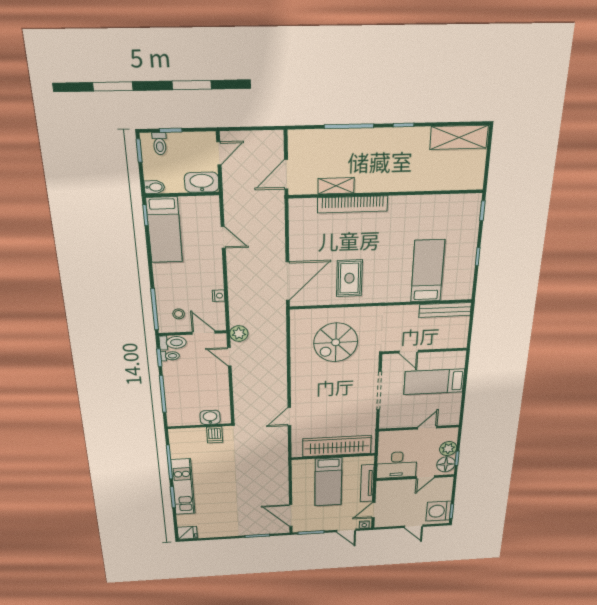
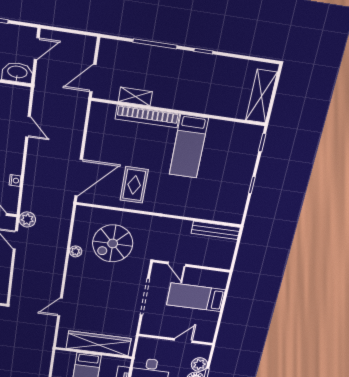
shelving: (459, 137) -> (261, 96), moved, turned 90
bed: (428, 271) -> (189, 147), moved, turned 180
plant: (297, 357) -> (76, 251), added

